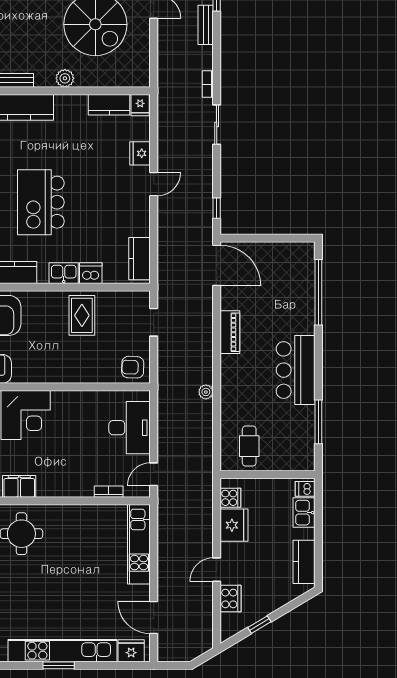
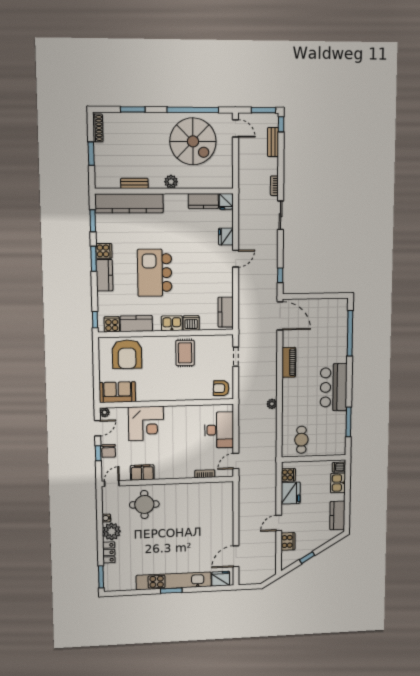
kitchen unit: (139, 544) -> (226, 508), removed
door: (154, 618) -> (236, 556), hinge flipped

